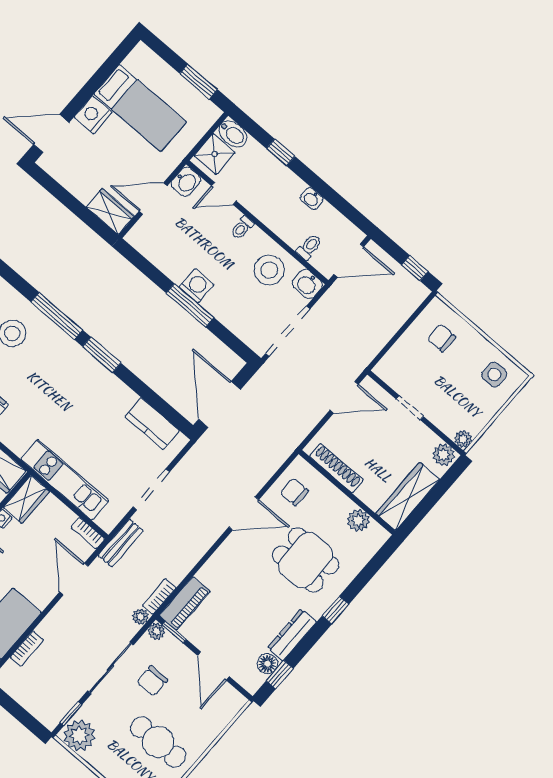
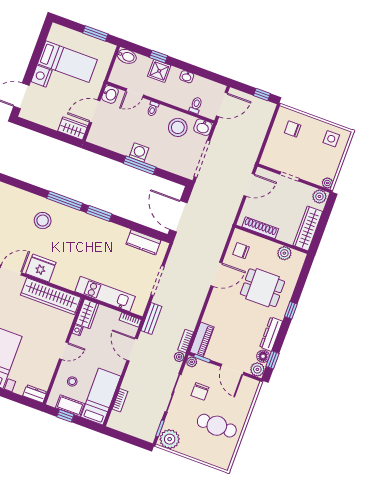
shower: (215, 154) -> (159, 71), moved
plant: (251, 680) -> (257, 369), added

